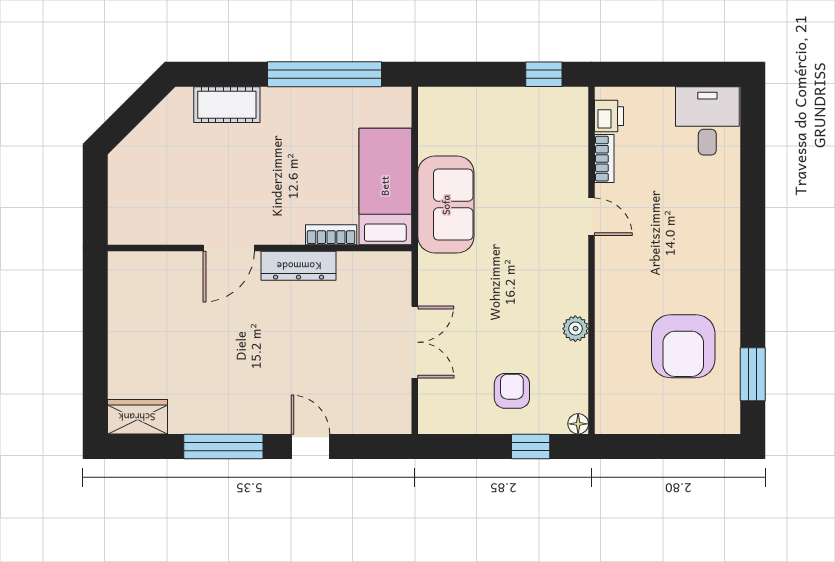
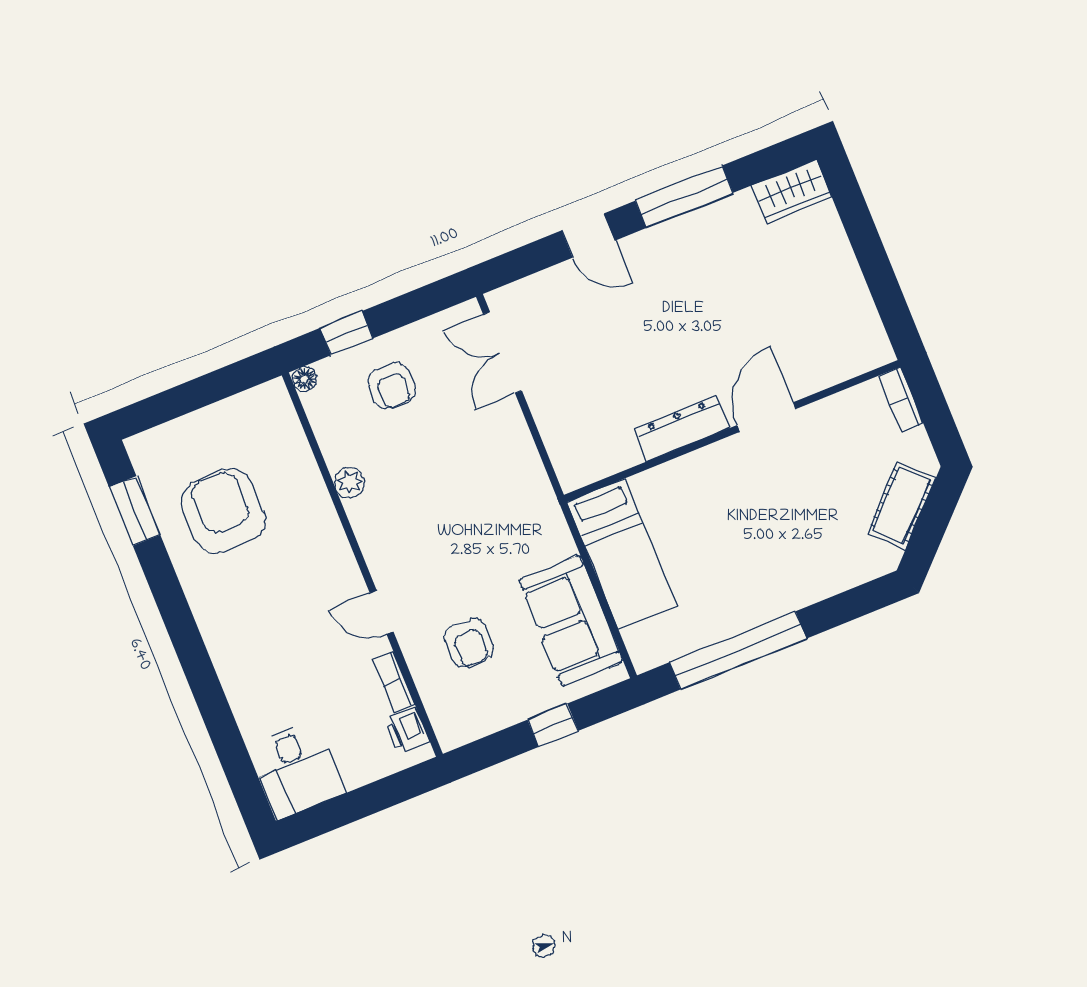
window: (544, 74) -> (553, 725), moved
cot: (227, 105) -> (901, 505), moved, turned -45
armchair: (533, 165) -> (469, 643), added
sofa: (446, 205) -> (571, 621), moved
bookcase: (331, 235) -> (901, 399), moved, turned 90
double door: (415, 342) -> (502, 352), moved

